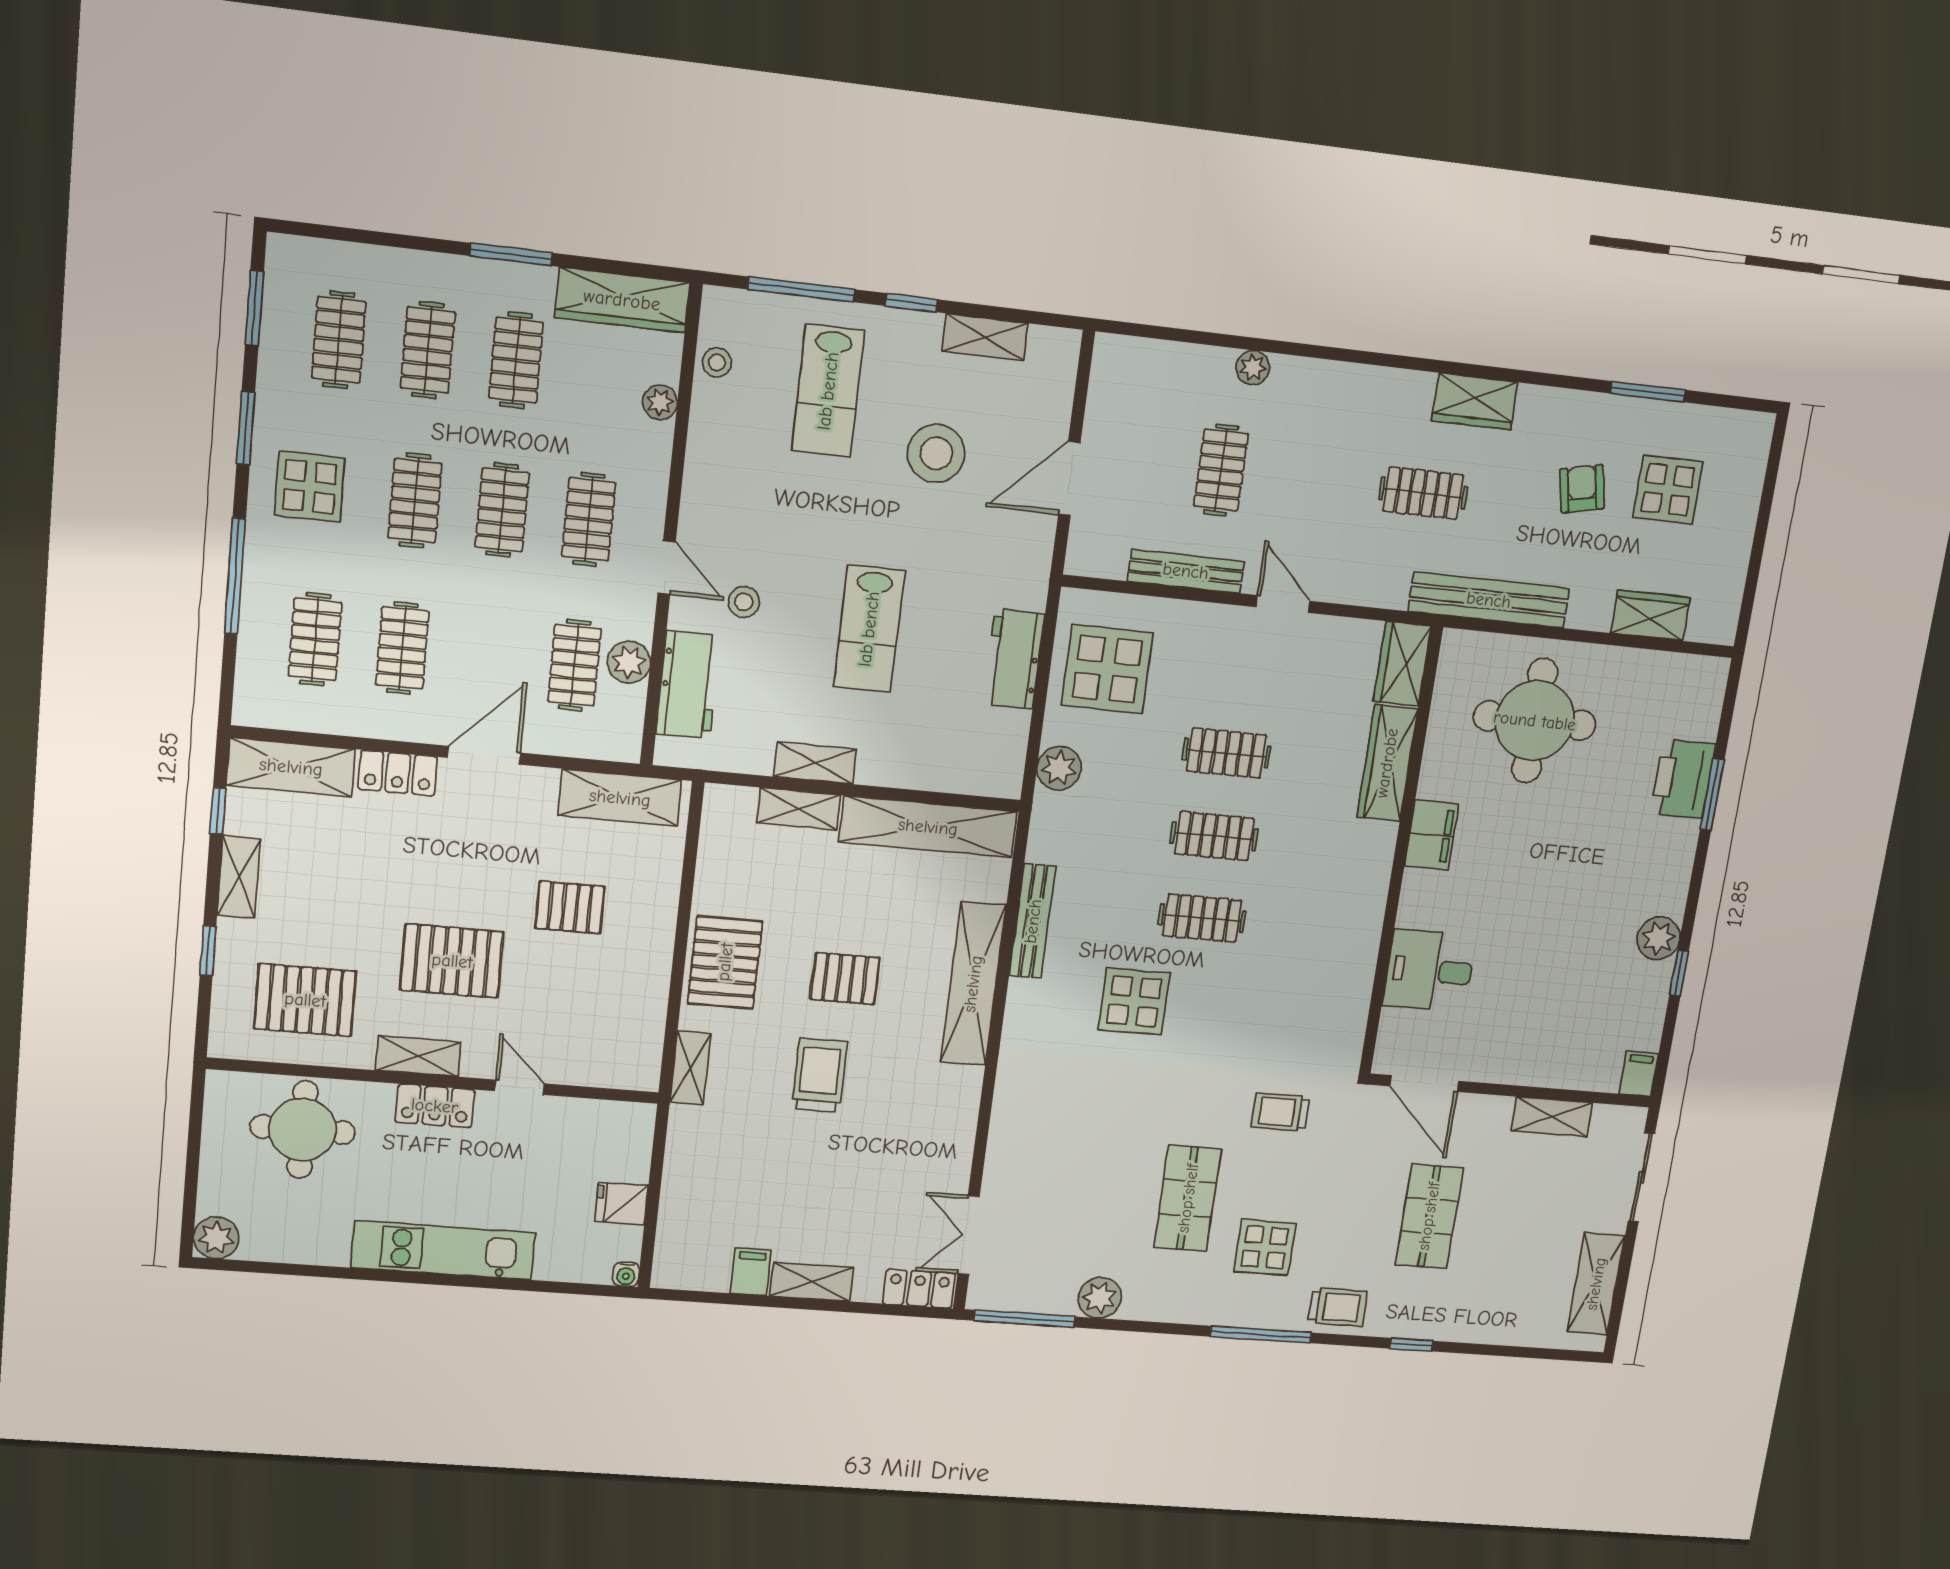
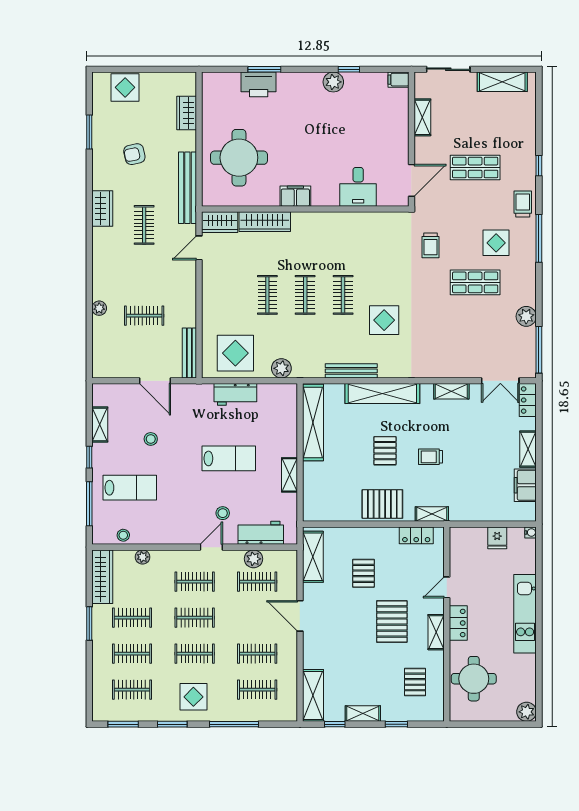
stool: (936, 453) -> (151, 439), width x0.53, depth x0.53
display table: (1668, 490) -> (125, 87), moved
bench: (1186, 571) -> (189, 353), moved
door: (1283, 604) -> (199, 248), moved
locker: (398, 773) -> (416, 535), moved, turned 90
shelving: (799, 809) -> (451, 391), moved, turned 90
pallet: (305, 1000) -> (415, 682), width x0.67, depth x0.71
trolley: (820, 1075) -> (430, 457), width x0.73, depth x0.72
filing cabinet: (751, 1272) -> (525, 485), width x2.00

